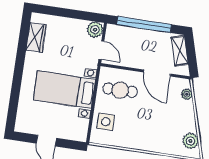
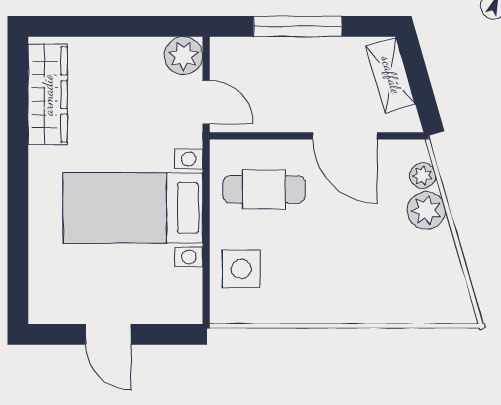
window: (144, 25) -> (298, 26), width x0.68
wardrobe: (36, 37) -> (48, 95), width x1.50
plant: (190, 141) -> (426, 210), moved

